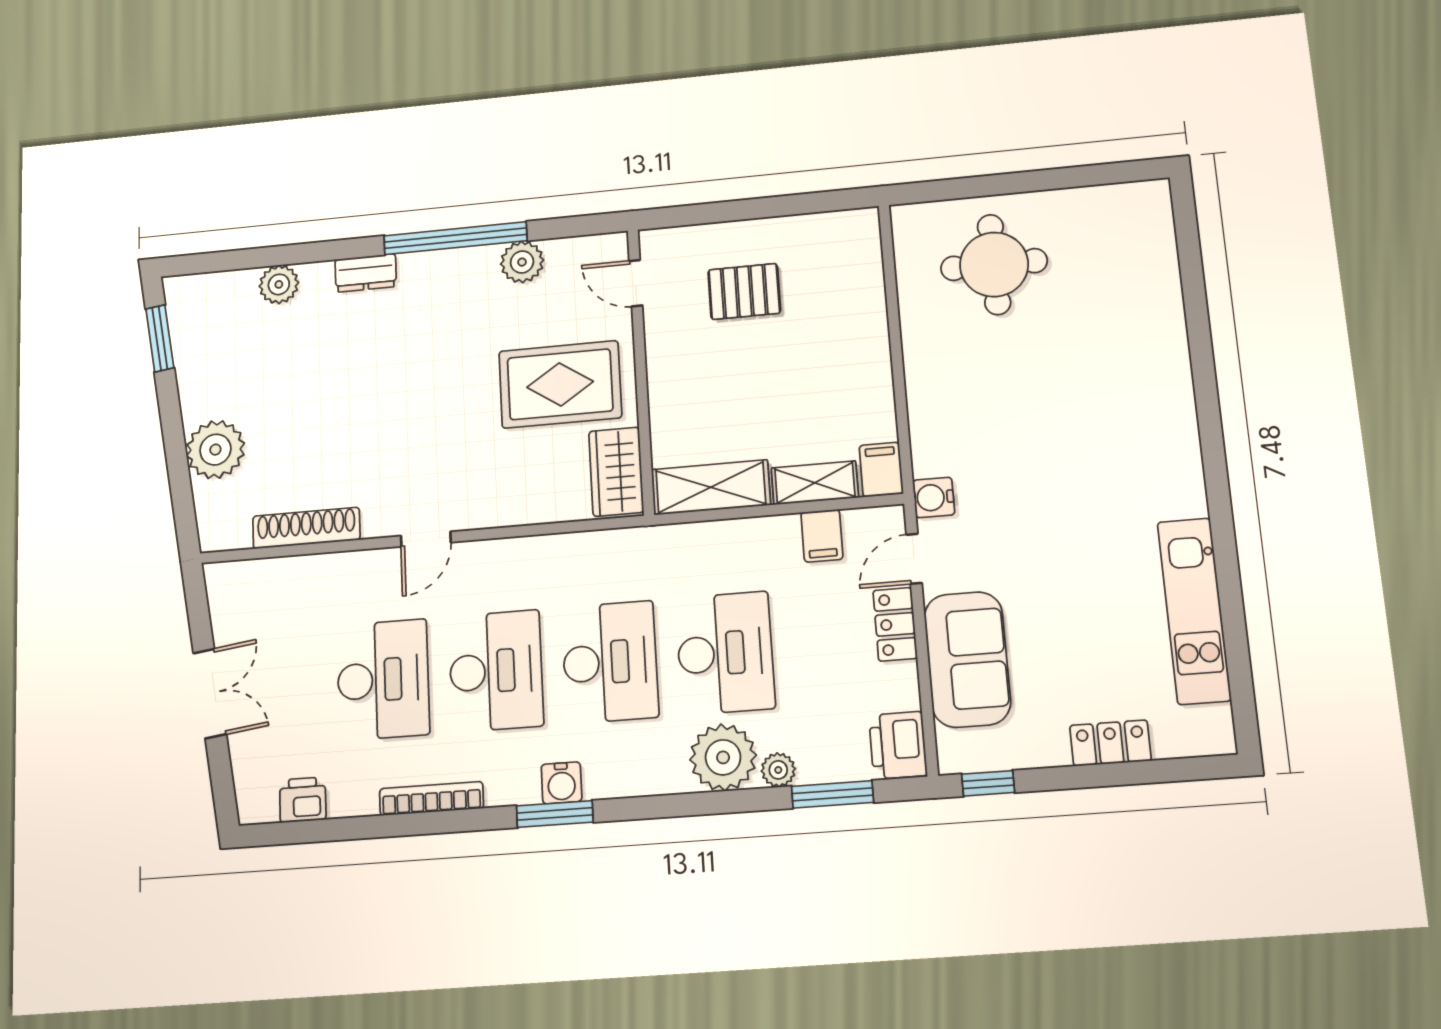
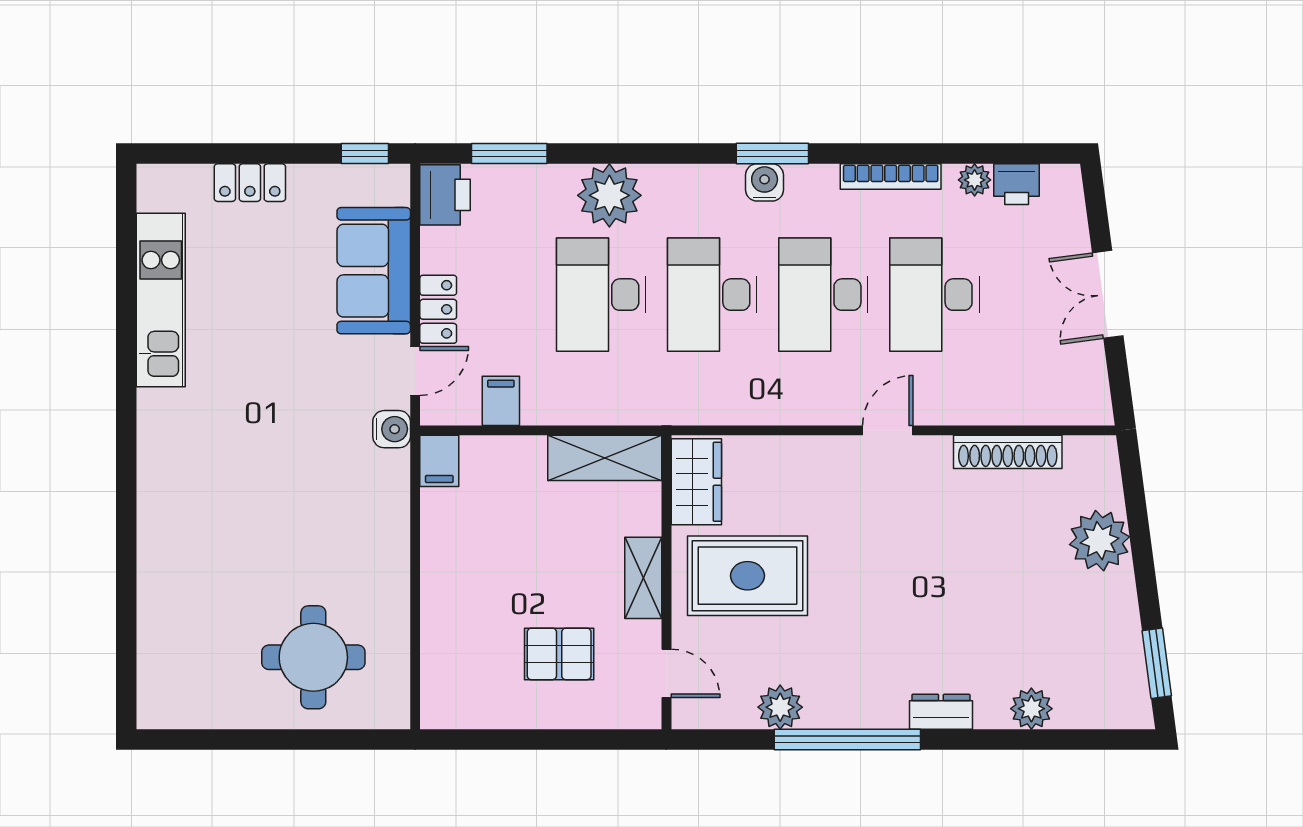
shelving: (815, 483) -> (643, 578), moved, turned 90
plant: (778, 770) -> (975, 180), moved

